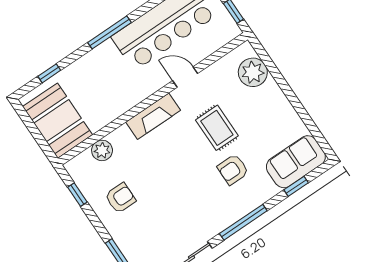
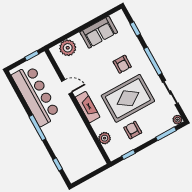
door: (185, 77) -> (67, 87), swing flipped
booth: (58, 121) -> (85, 162), removed
rug: (217, 128) -> (128, 98), moved, width x1.86, depth x2.06
sofa: (296, 162) -> (99, 32), moved, turned -90

